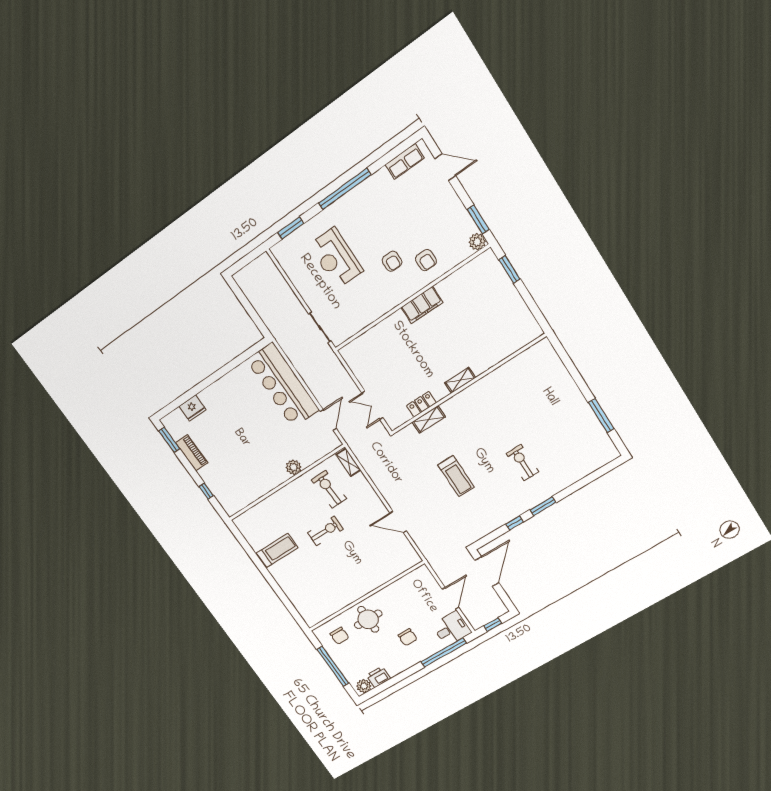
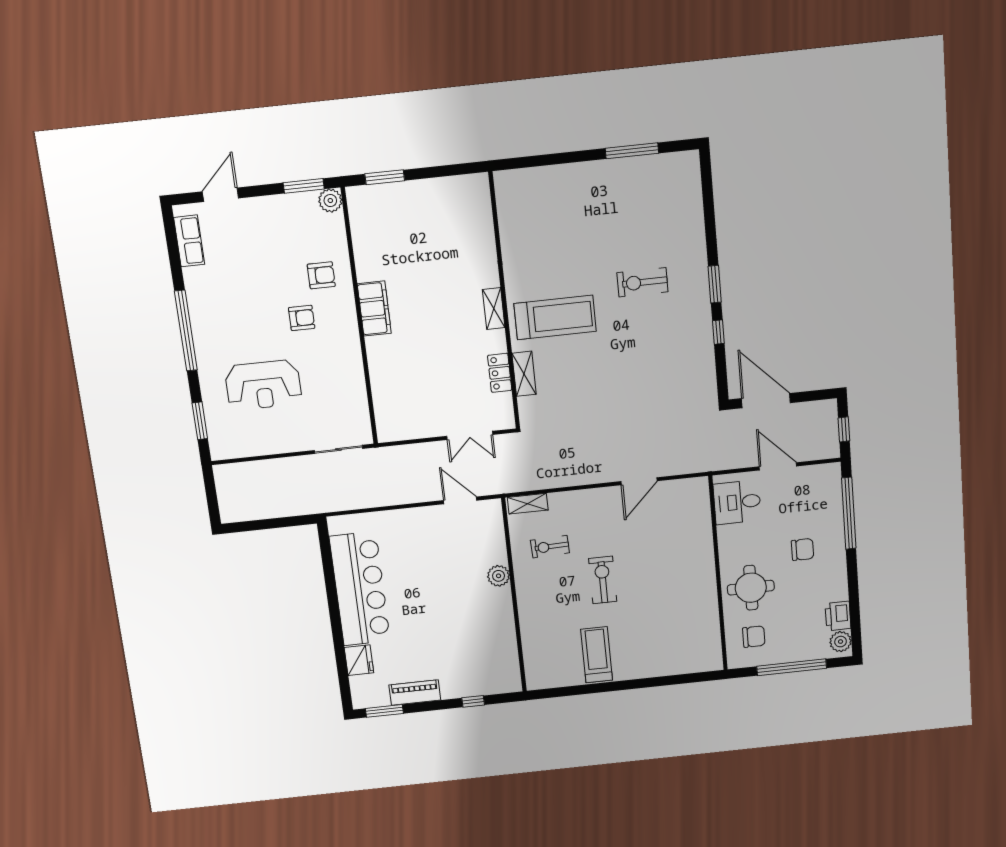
bar counter: (283, 385) -> (360, 589), moved, turned -90
treadmill: (456, 476) -> (555, 317), moved, width x1.37, depth x1.38
exercise bike: (329, 489) -> (550, 547), width x0.73, depth x0.72
desk: (452, 629) -> (737, 502), moved, turned -90

